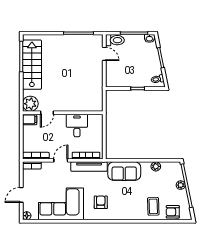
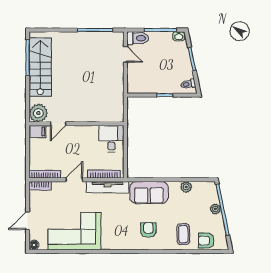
desk: (77, 125) -> (111, 139), moved
armchair: (101, 202) -> (148, 230), moved

